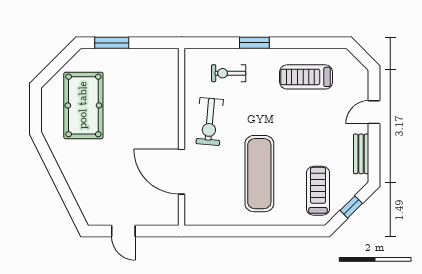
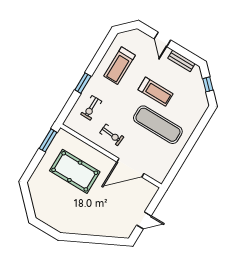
window: (112, 43) -> (48, 140), moved
pool table: (83, 105) -> (75, 171), moved
exercise bike: (210, 122) -> (112, 135), width x0.73, depth x0.72
treadmill: (318, 191) -> (155, 92), moved, turned 180

